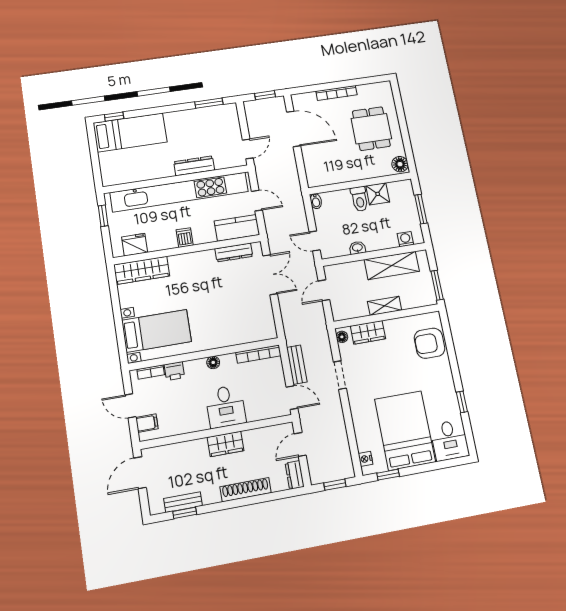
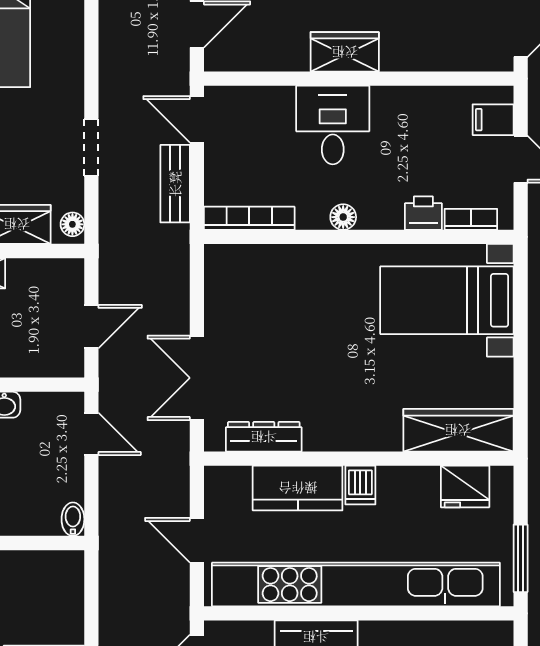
window: (103, 216) -> (521, 558), width x1.50
kitchen counter: (237, 228) -> (298, 488), moved

